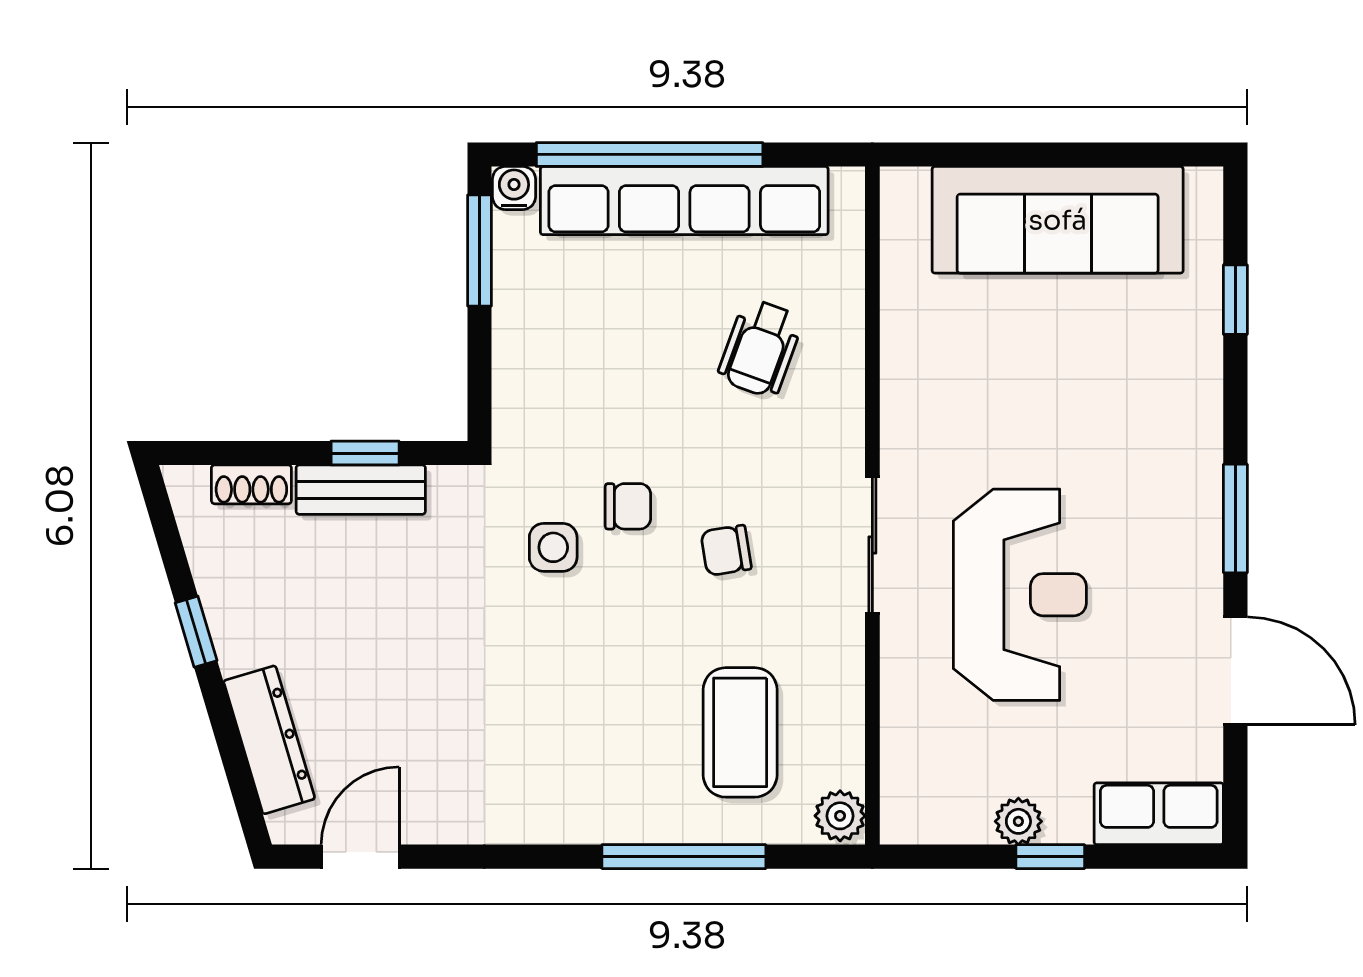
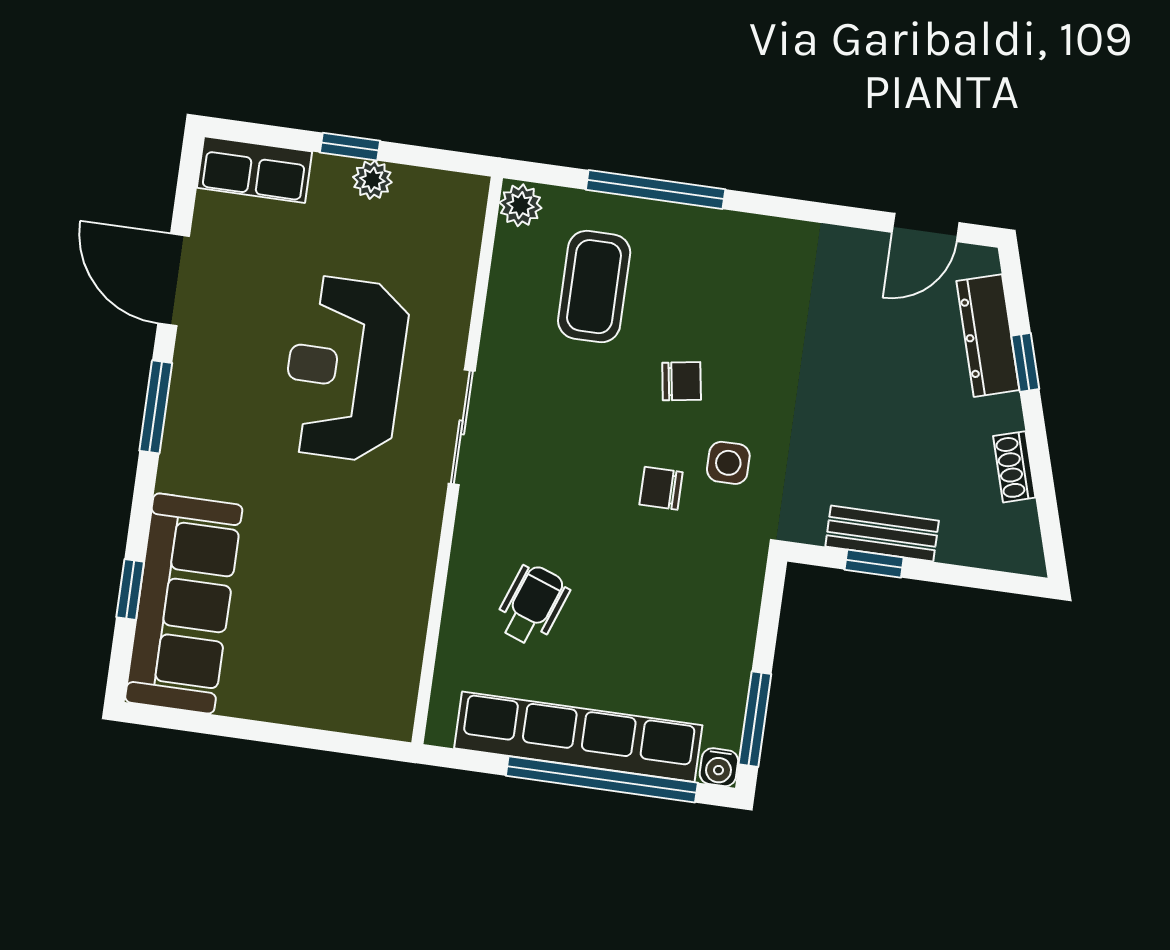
sofa: (1058, 220) -> (184, 604), moved, turned 90
shoe rack: (251, 484) -> (1014, 467), moved, turned -107
chair: (726, 550) -> (682, 381), moved
window: (196, 632) -> (1025, 362), moved

